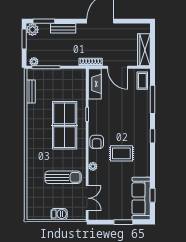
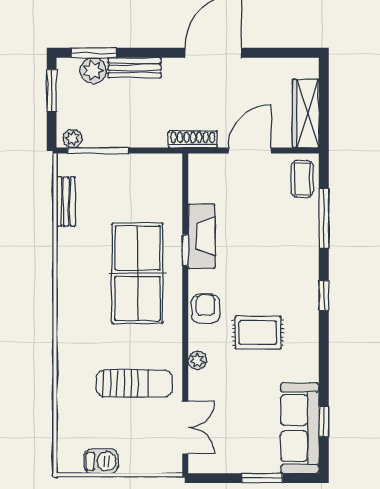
plant: (32, 30) -> (93, 71), moved
door: (118, 67) -> (250, 151), swing flipped
fireplace: (95, 84) -> (201, 236), moved
armchair: (97, 142) -> (205, 309), turned 180
barbecue: (59, 214) -> (101, 461), moved

